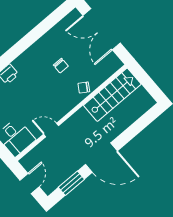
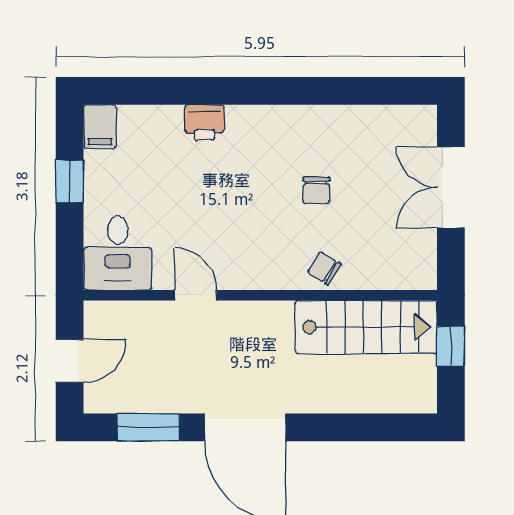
double door: (102, 29) -> (451, 187), width x0.73
window: (144, 78) -> (451, 346), added

